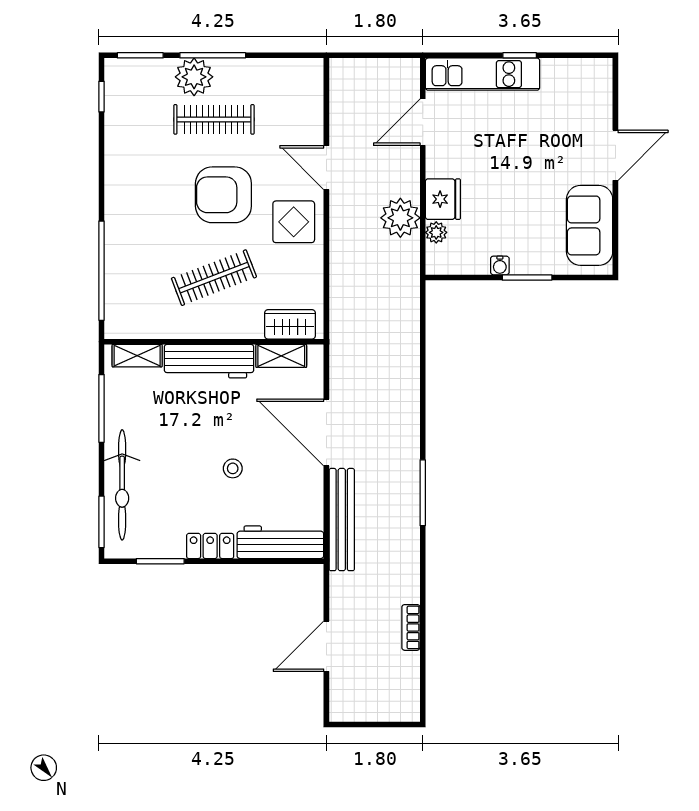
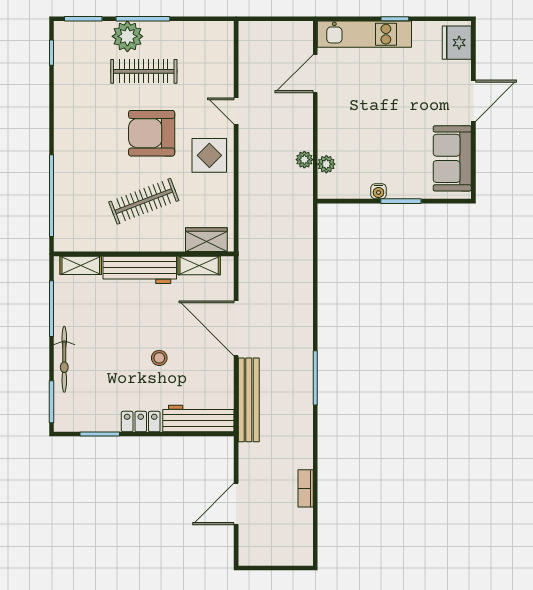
door: (326, 168) -> (236, 111), width x0.73
fridge: (443, 199) -> (457, 43), moved, turned 180
plant: (400, 218) -> (304, 160), width x0.53, depth x0.53
bicycle: (122, 485) -> (64, 359), width x0.73, depth x0.71

